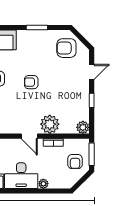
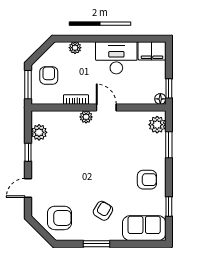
armchair: (31, 82) -> (103, 211), moved, turned -59
plant: (50, 124) -> (86, 117), width x0.53, depth x0.53
plant: (83, 127) -> (39, 132), moved
plant: (43, 184) -> (75, 48), moved

